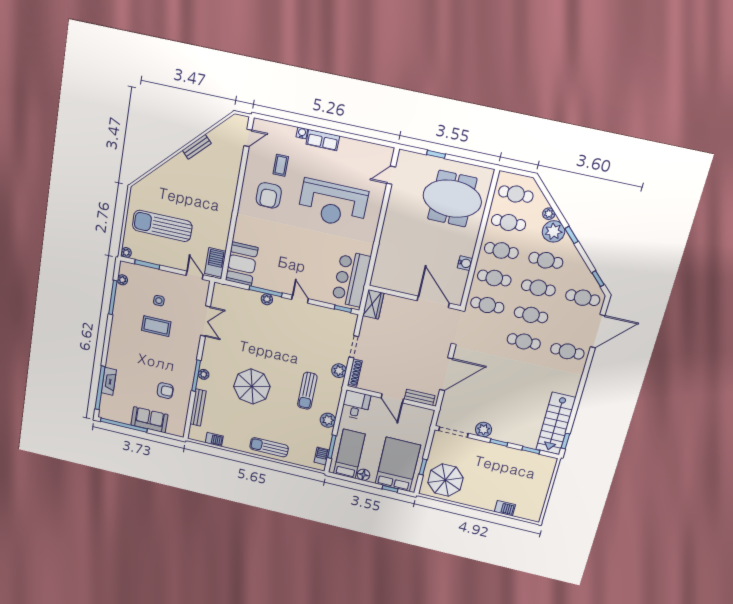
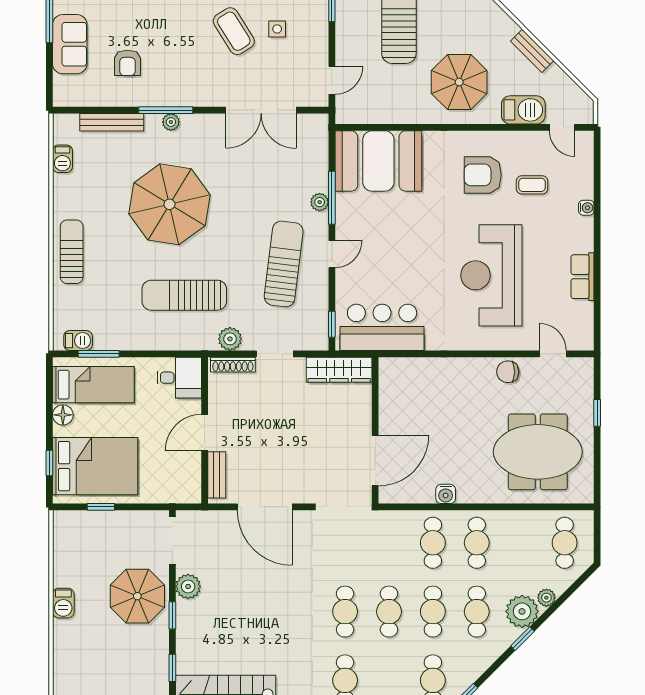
row of seats: (323, 140) -> (582, 277), moved
parasol: (209, 198) -> (459, 82), added
meeting table: (452, 199) -> (538, 452), turned 90
chair: (396, 207) -> (508, 372), added
cafe table: (509, 222) -> (521, 543), removed
barbecue: (215, 262) -> (523, 110), moved
booth: (242, 264) -> (378, 161), width x1.36, depth x1.42
wardrobe: (373, 304) -> (339, 370), width x1.50
cafe table: (487, 305) -> (389, 543), removed
double door: (205, 321) -> (261, 110), width x1.37
coffee table: (156, 326) -> (234, 31), turned -32
sun lounger: (300, 329) -> (284, 264), added
parasol: (252, 387) -> (169, 204), width x1.36, depth x1.36
sun lounger: (307, 391) -> (184, 295), width x1.36, depth x1.34
plant: (328, 420) -> (142, 338), removed
parasol: (445, 480) -> (137, 596), moved
barbecue: (505, 508) -> (63, 603), moved

